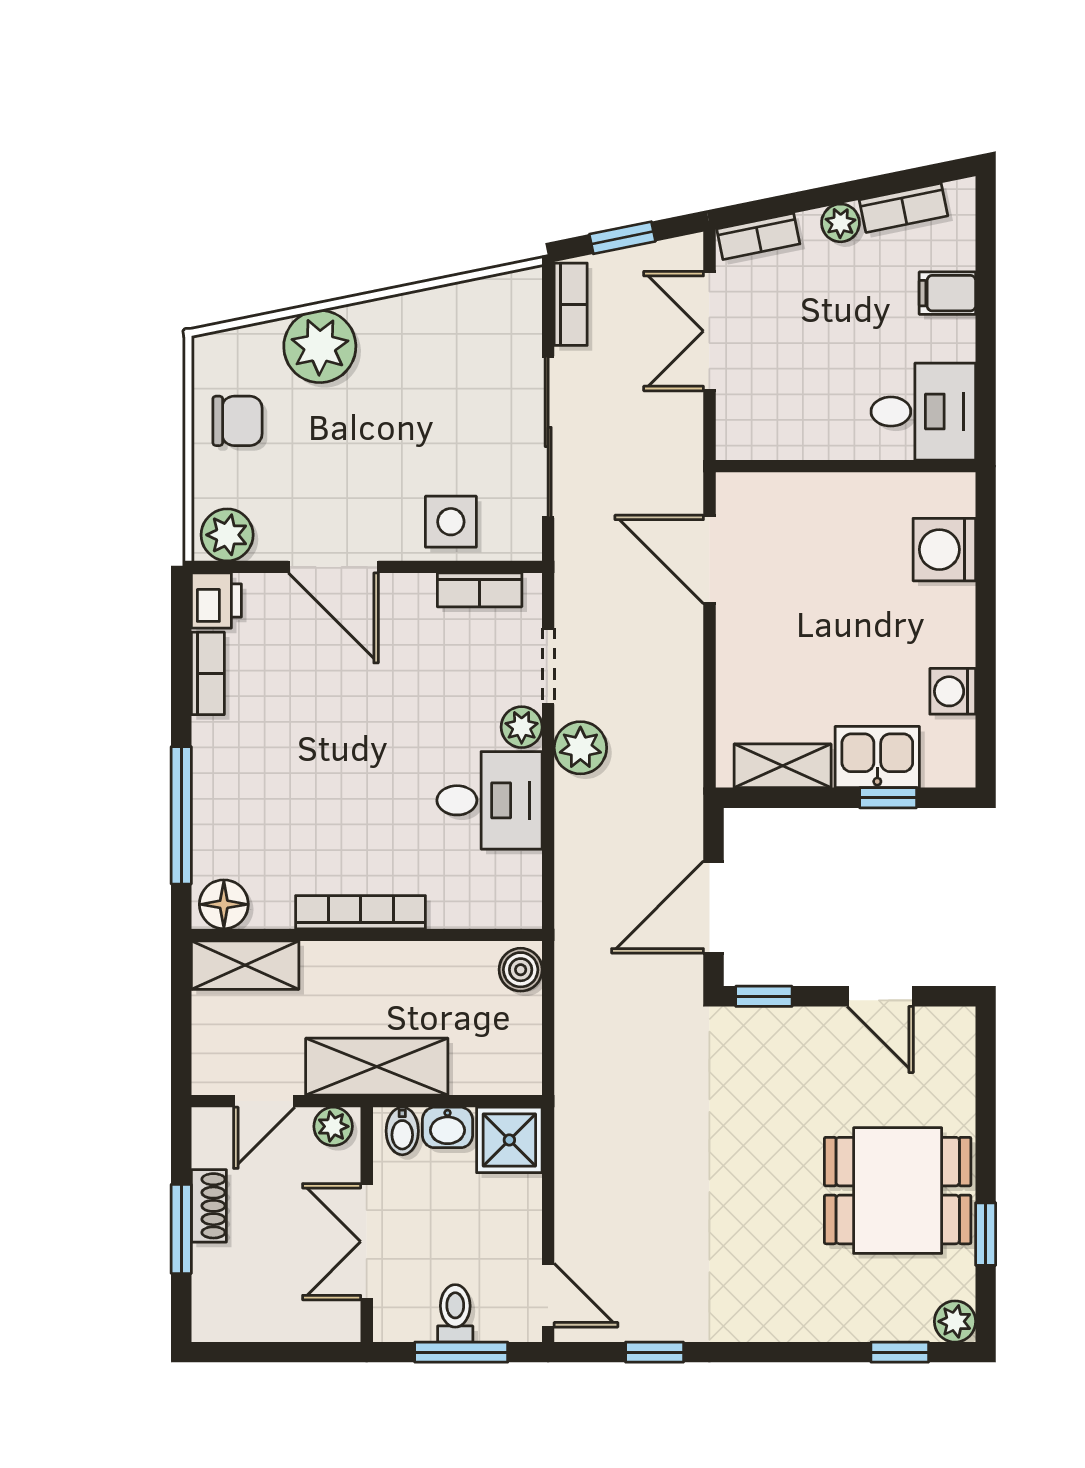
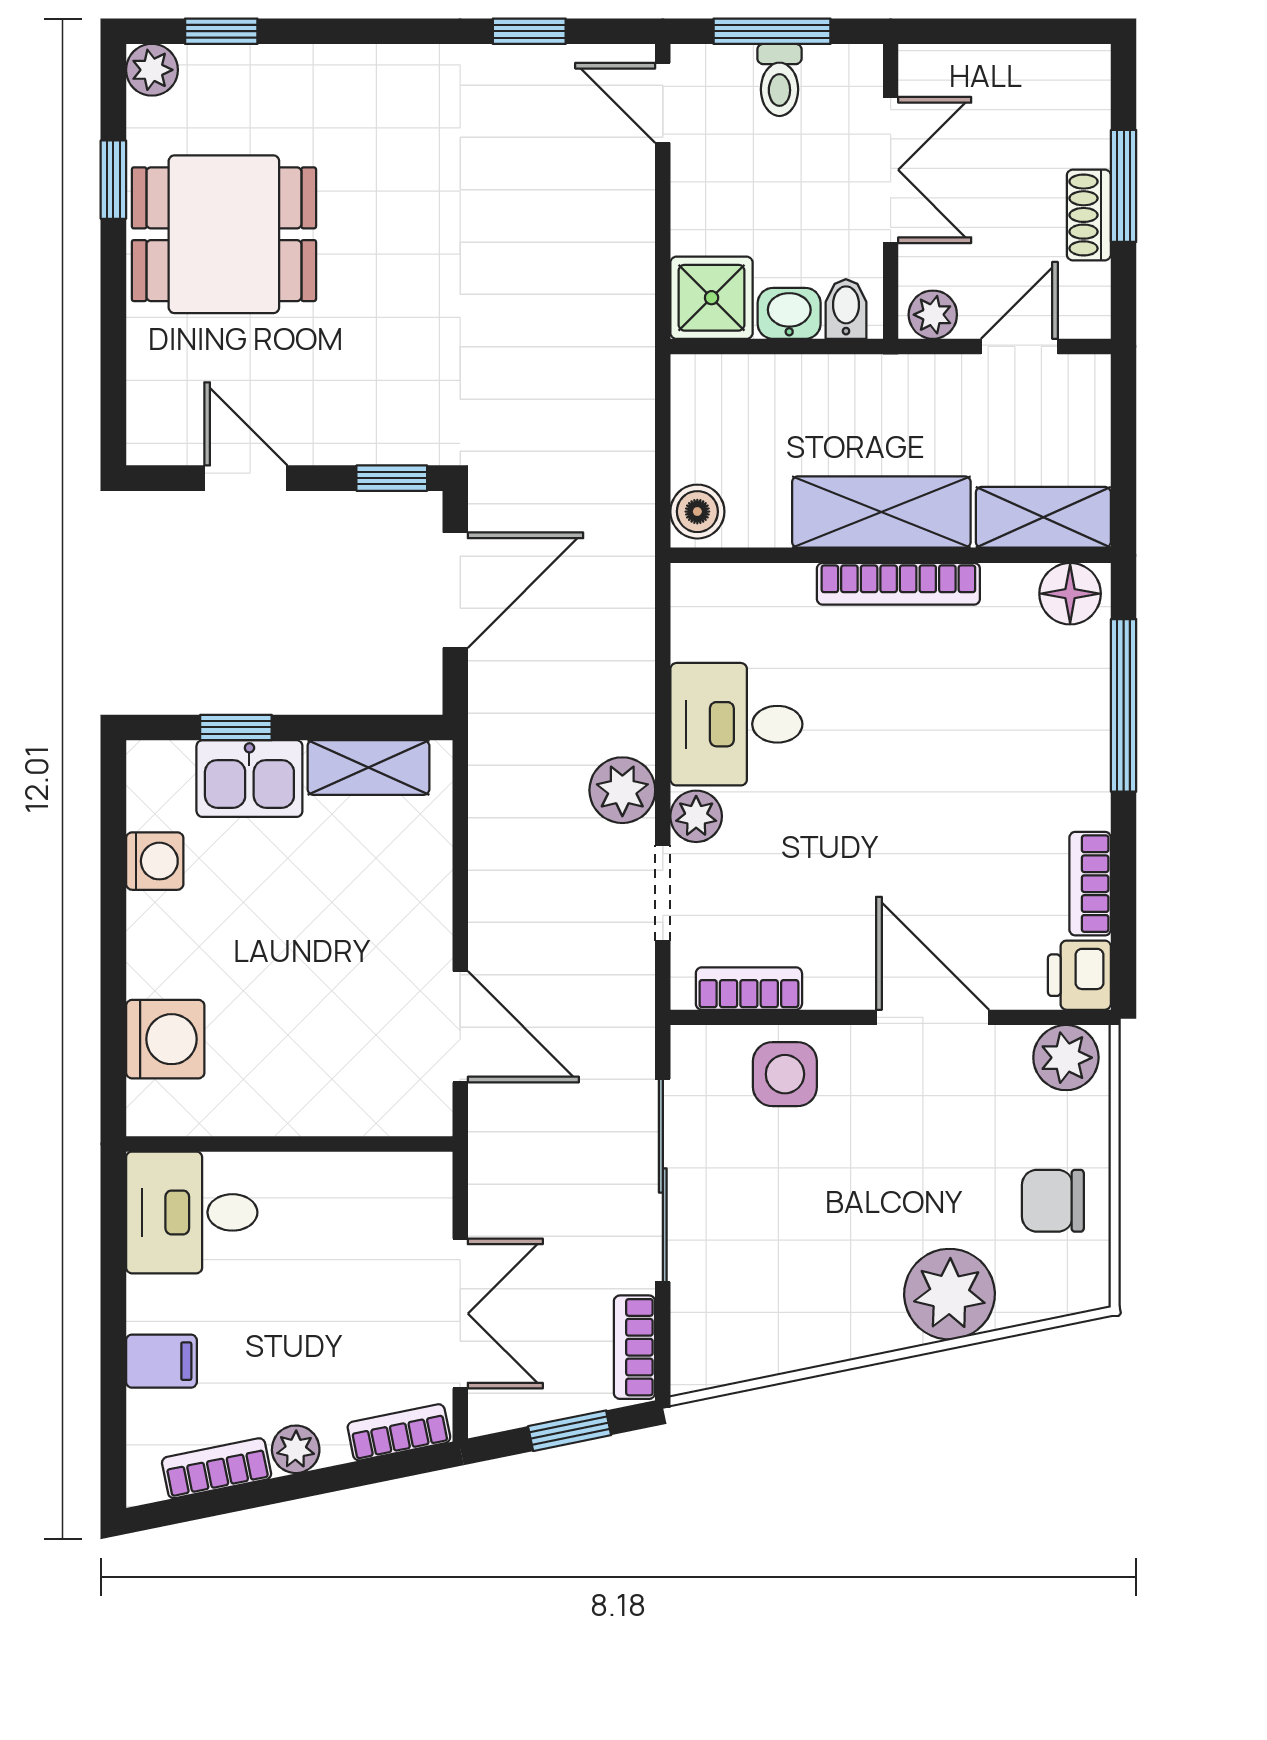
shelving: (377, 1067) -> (881, 512), moved

